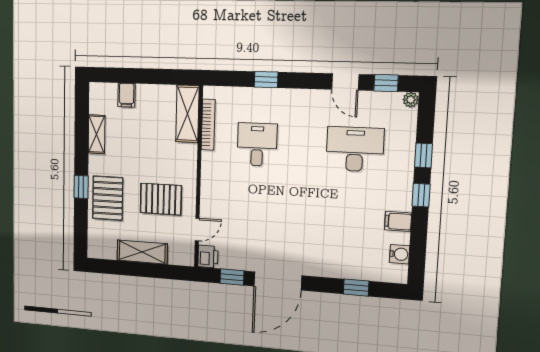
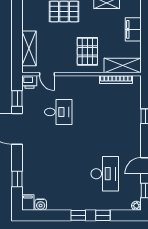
filing cabinet: (127, 95) -> (133, 29), width x2.00
desk: (257, 145) -> (58, 112), moved
pallet: (161, 199) -> (87, 51), moved
filing cabinet: (398, 221) -> (28, 203), moved
shelving: (142, 252) -> (29, 48), moved

